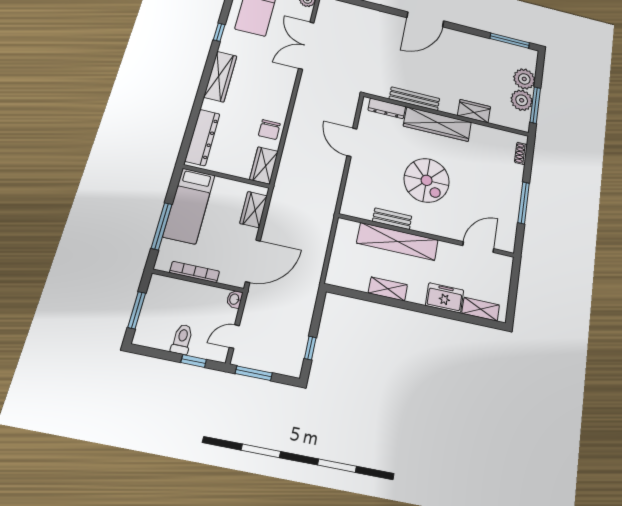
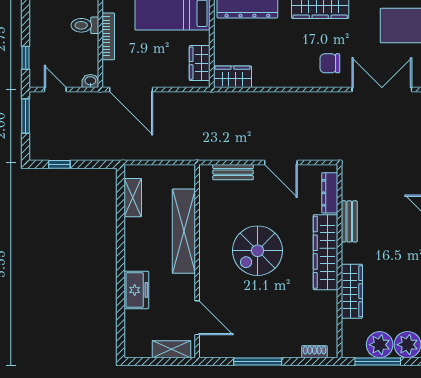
bench: (414, 99) -> (349, 221), width x0.73
wardrobe: (474, 111) -> (352, 291), width x1.50
chair: (269, 130) -> (330, 63), moved
door: (352, 142) -> (281, 163), swing flipped
wardrobe: (254, 210) -> (200, 63), moved, turned -90
bench: (392, 219) -> (233, 172), moved, turned 90
shelving: (388, 289) -> (133, 198), moved
shelving: (481, 309) -> (171, 349), moved, turned 90
toilet: (182, 339) -> (85, 25), moved, turned 180

